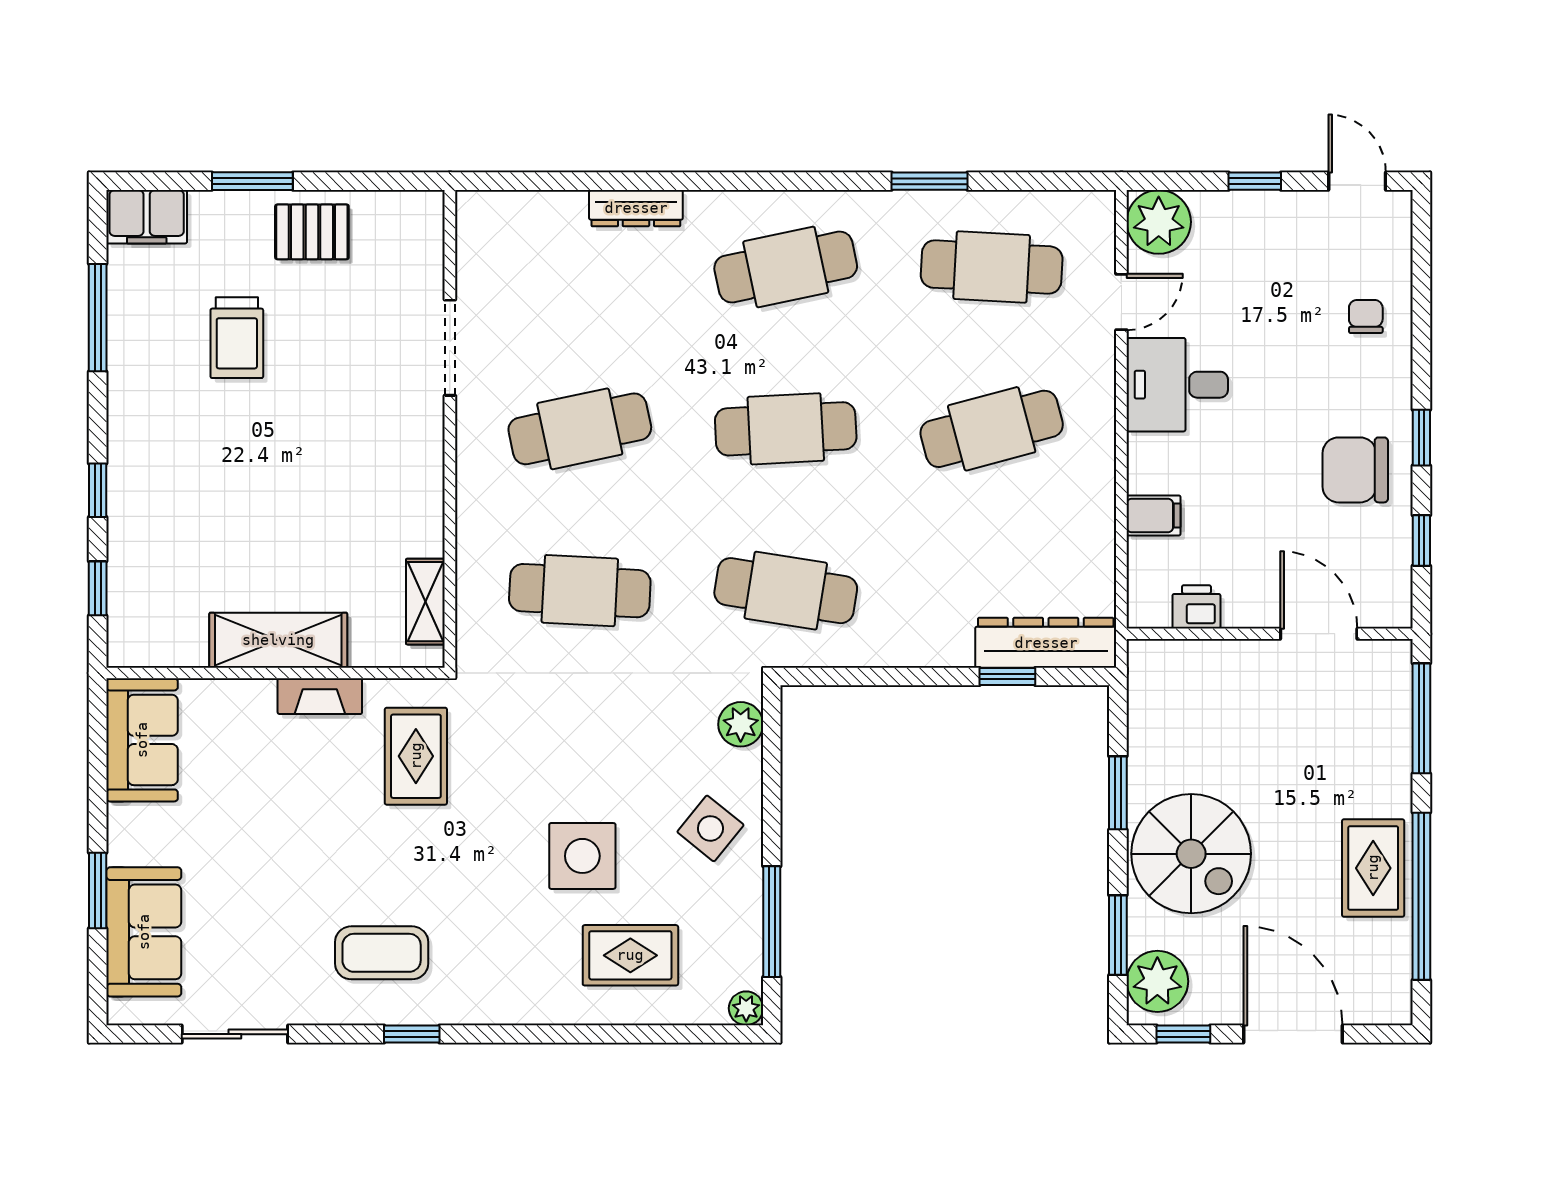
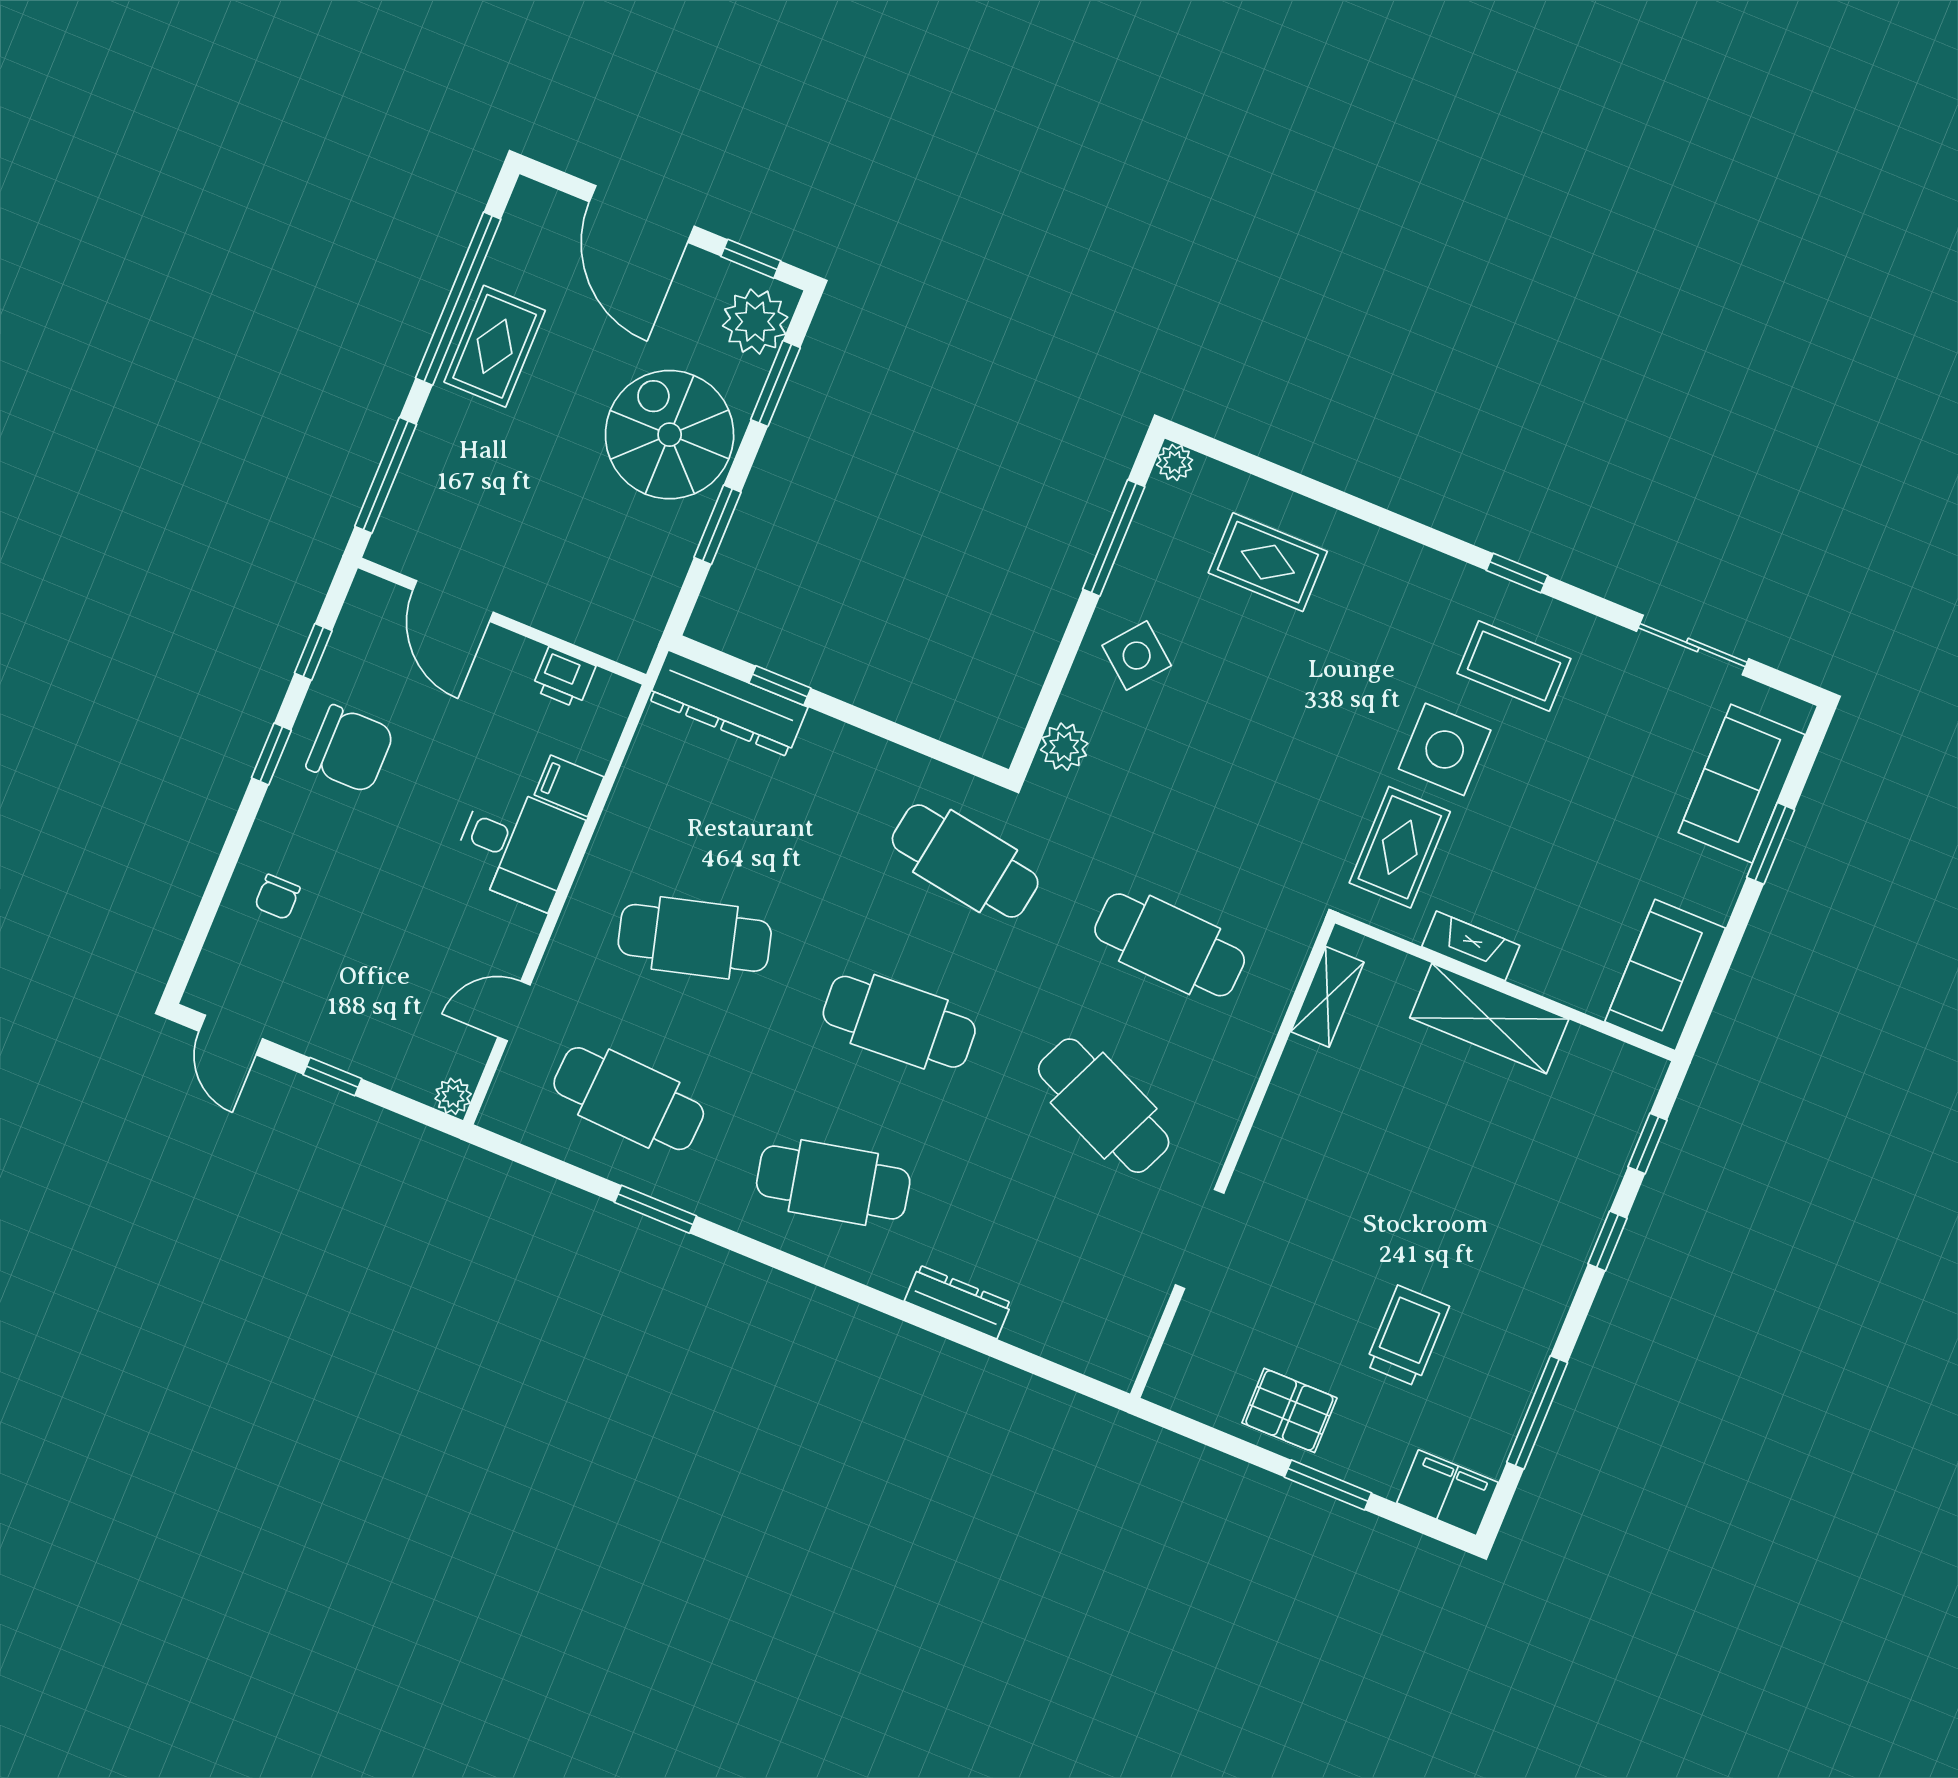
plant: (1159, 222) -> (453, 1096), width x0.53, depth x0.53
desk: (1177, 385) -> (517, 846), moved
cafe table: (580, 429) -> (1104, 1106), turned 36
side table: (582, 856) -> (1445, 749), moved

